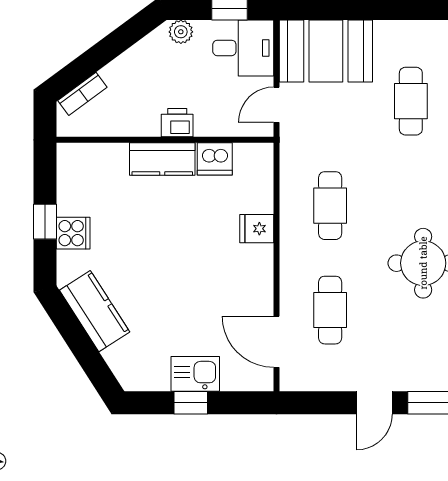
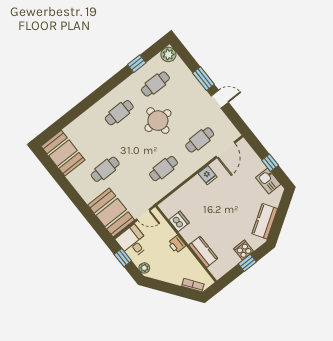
kitchen counter: (162, 159) -> (203, 252), moved
fridge: (257, 229) -> (208, 175), moved
kitchen sink: (195, 374) -> (268, 181), moved

